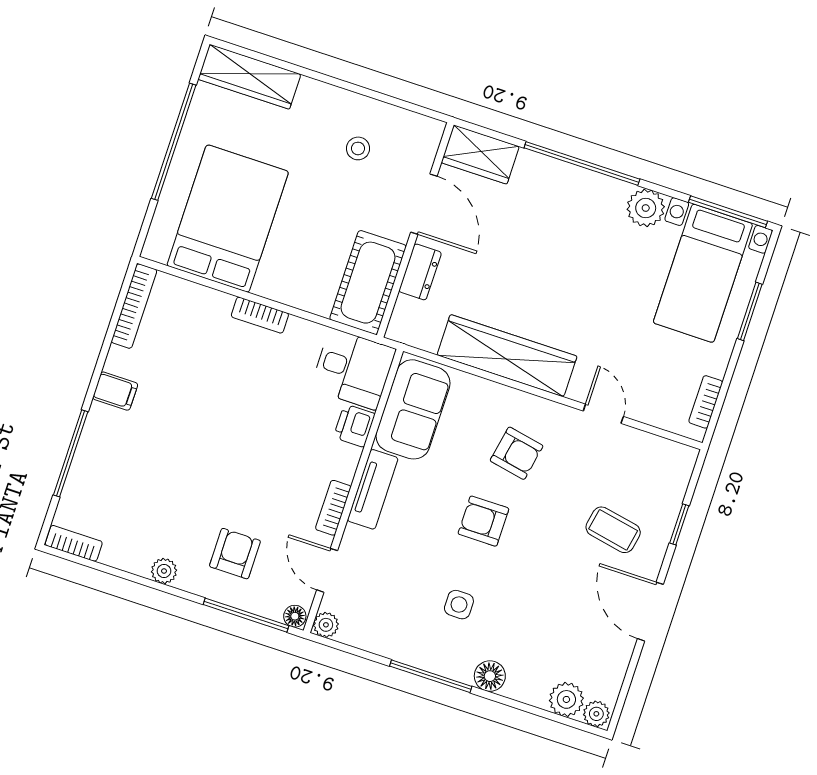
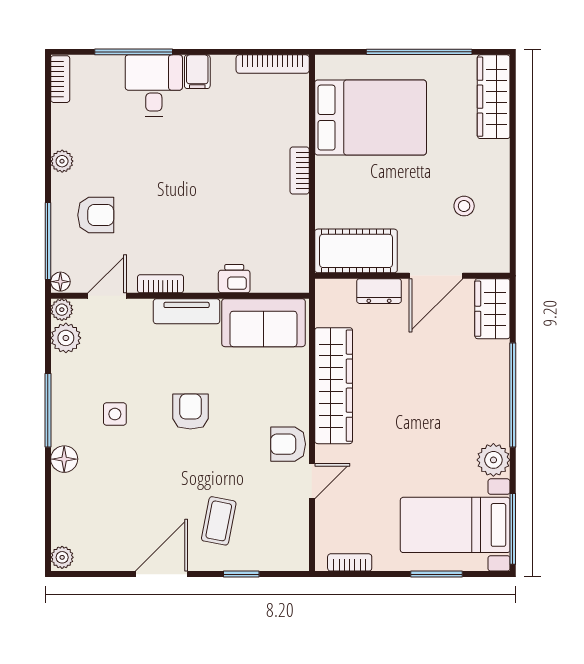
desk: (353, 369) -> (154, 85), moved, turned 180
armchair: (517, 453) -> (288, 444), moved, turned 79
plant: (566, 699) -> (66, 338), moved

